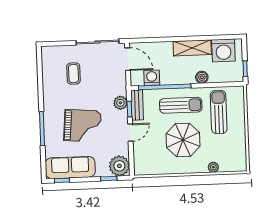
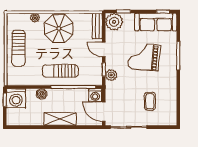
shelving: (192, 48) -> (60, 119), moved
washing machine: (223, 50) -> (16, 98), moved, turned 180
washing machine: (152, 78) -> (95, 95), moved
bench: (137, 105) -> (97, 26), moved
sun lounger: (219, 112) -> (18, 48), moved
door: (130, 133) -> (104, 50), hinge flipped
parasol: (183, 140) -> (59, 29), moved

